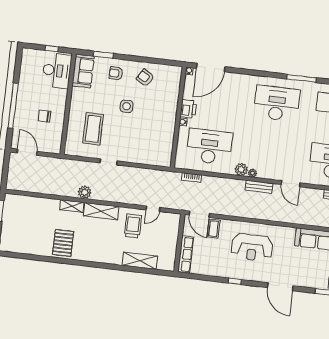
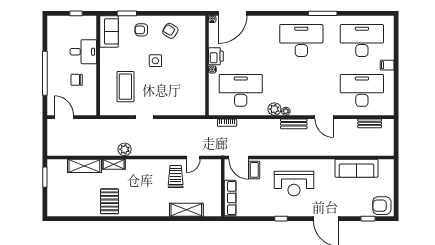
desk: (57, 71) -> (83, 52), moved, width x0.73
shelving: (101, 211) -> (84, 166), moved

